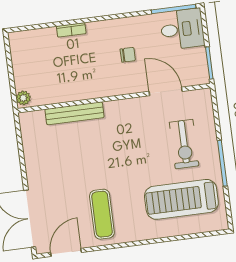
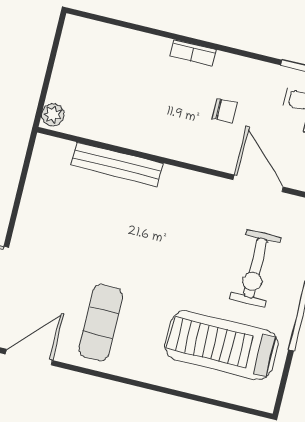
bookcase: (71, 30) -> (193, 53), moved

